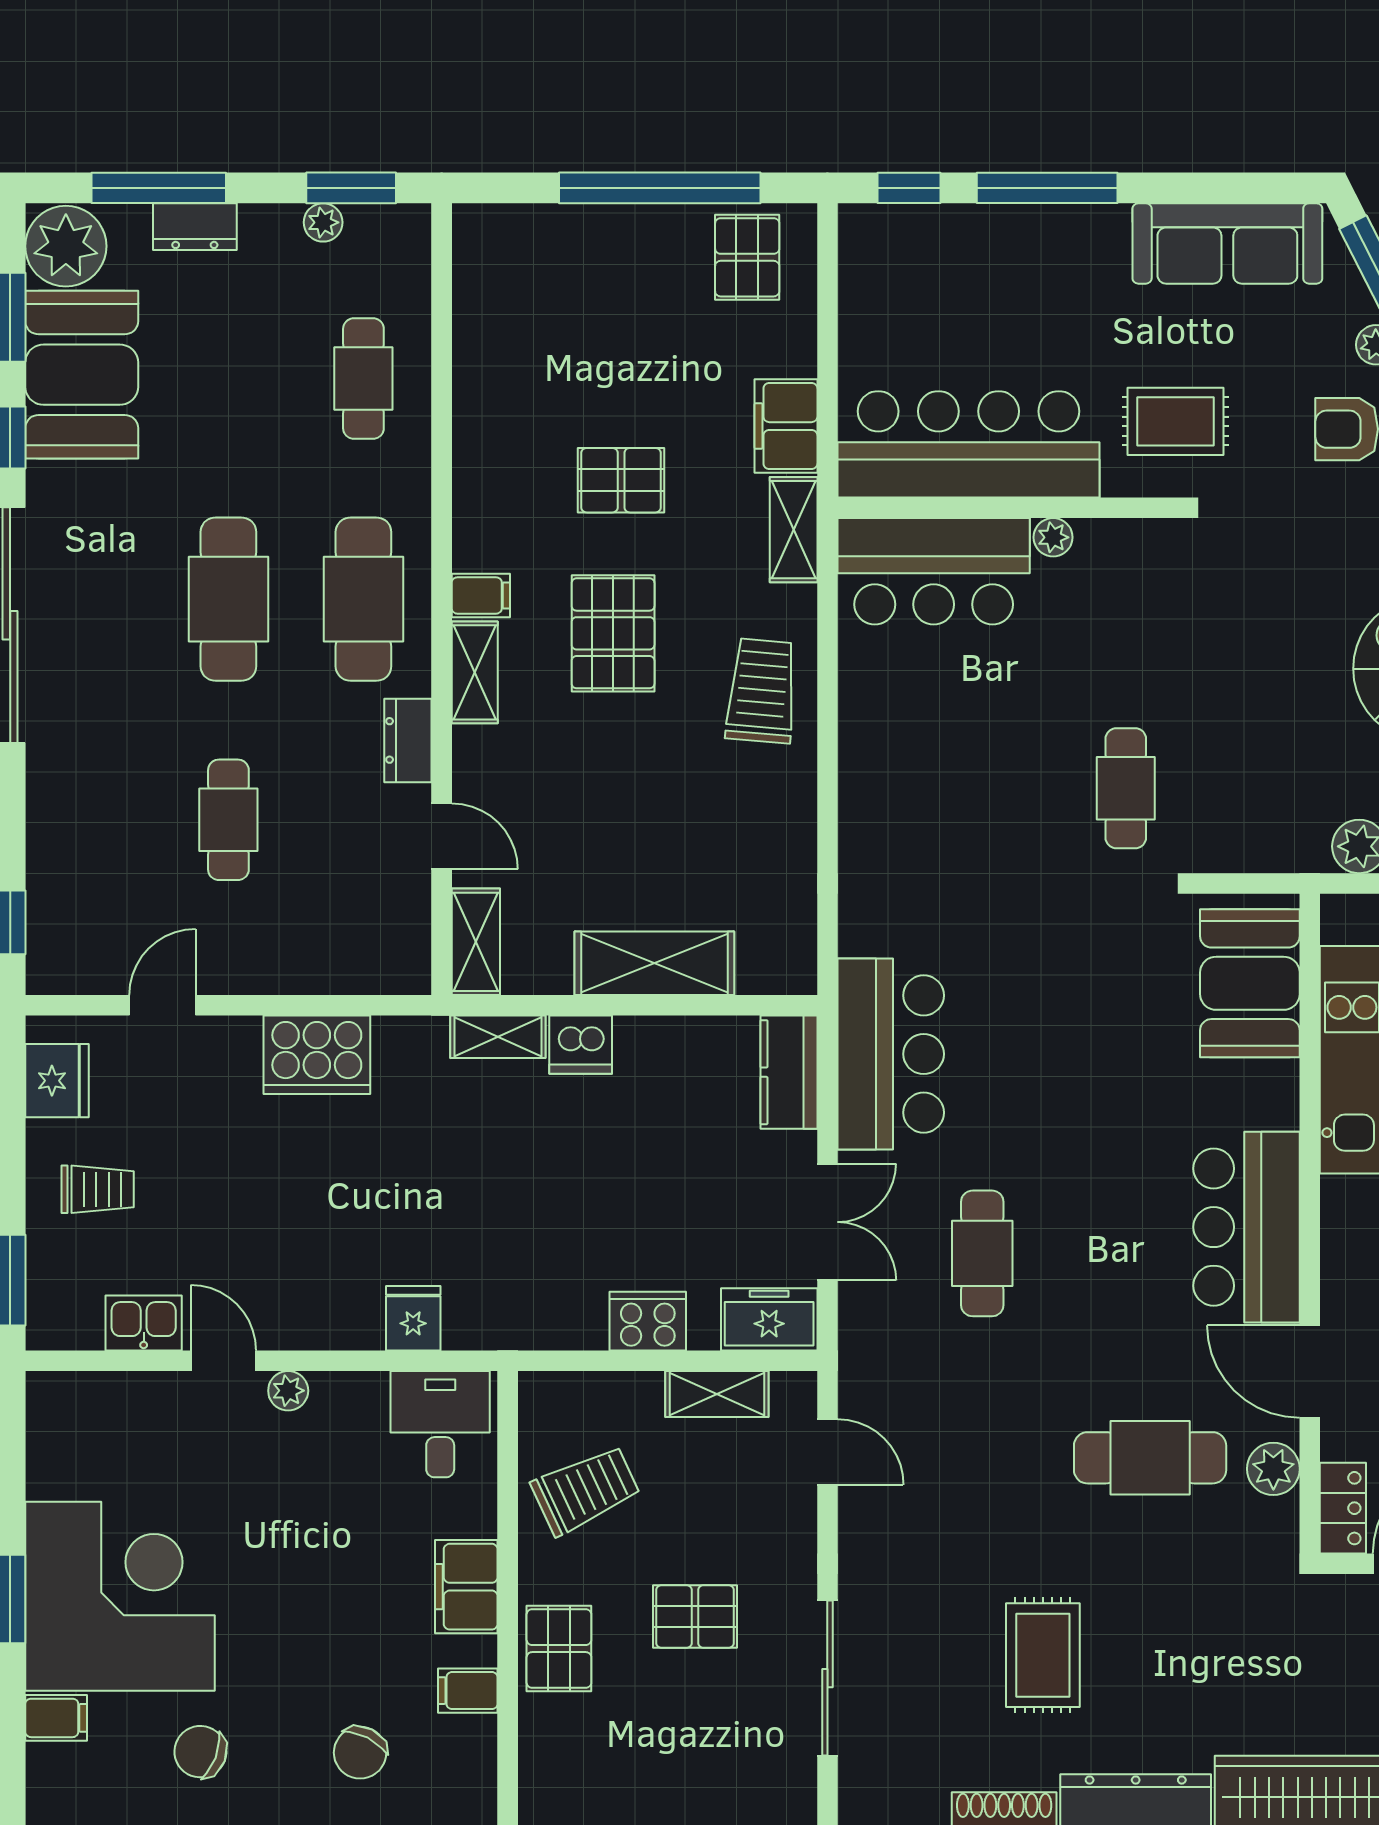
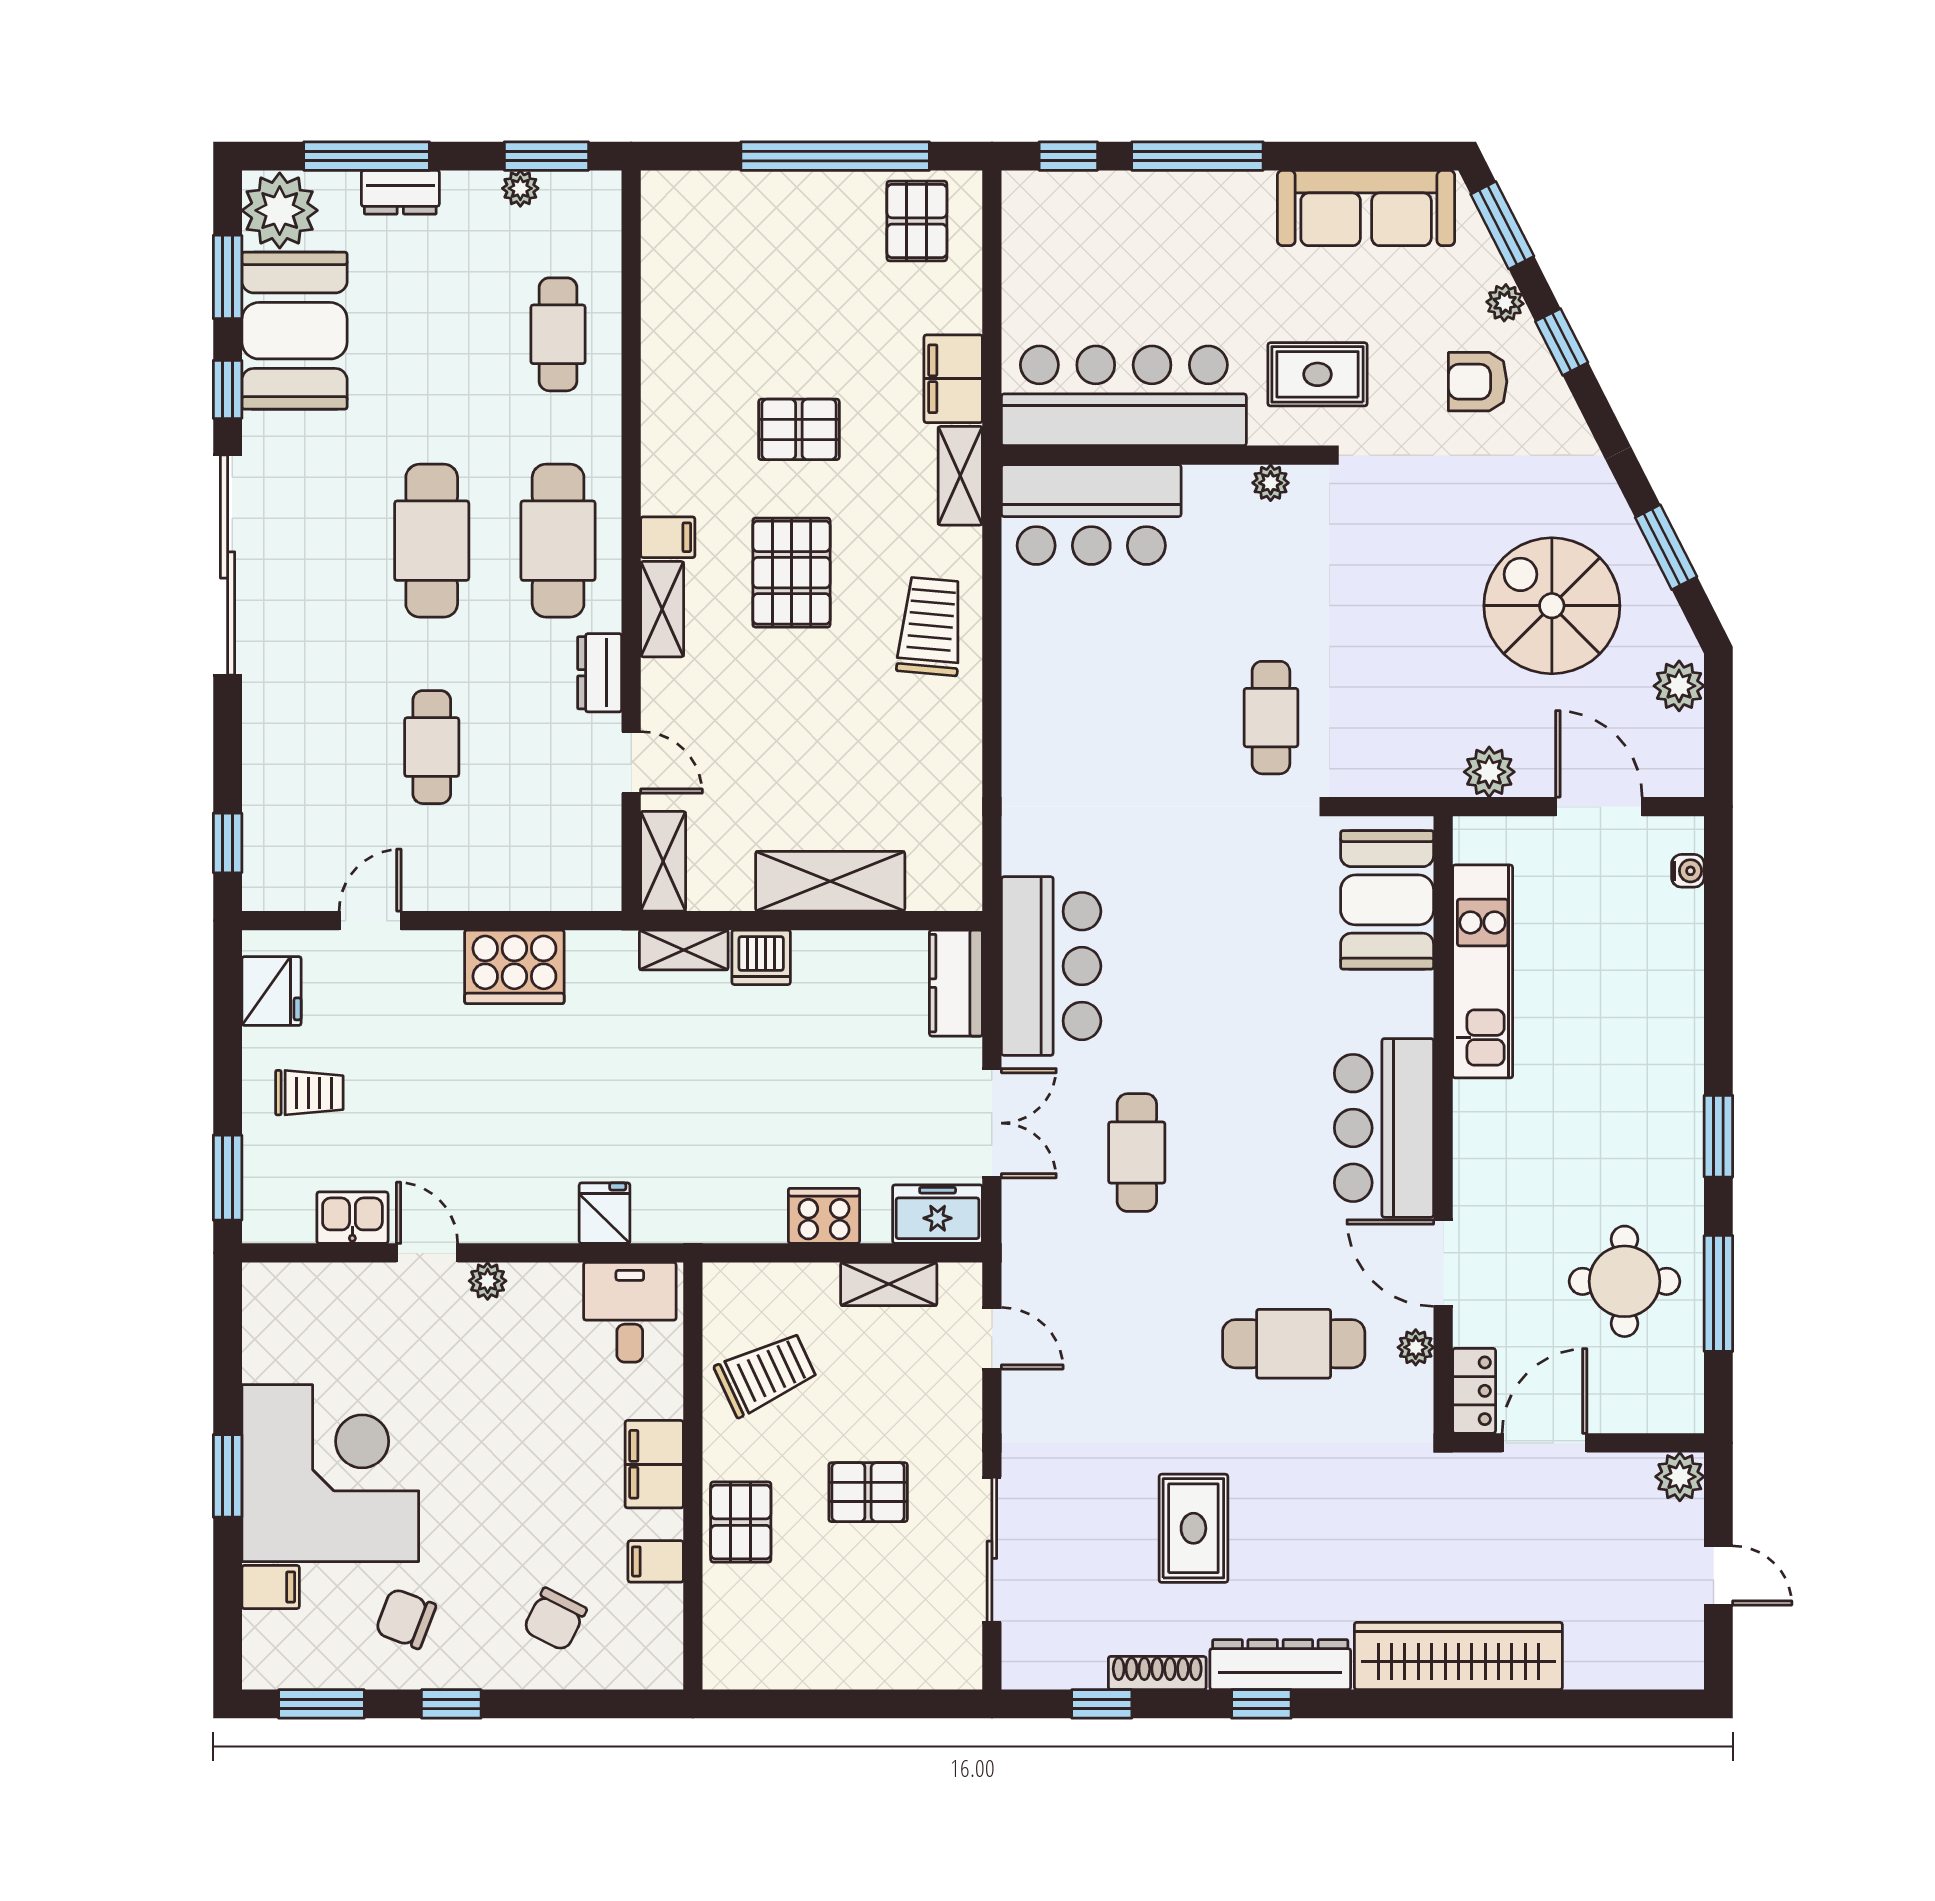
plant: (1053, 537) -> (1271, 483), moved
plant: (1273, 1469) -> (1416, 1347), width x0.73, depth x0.73

